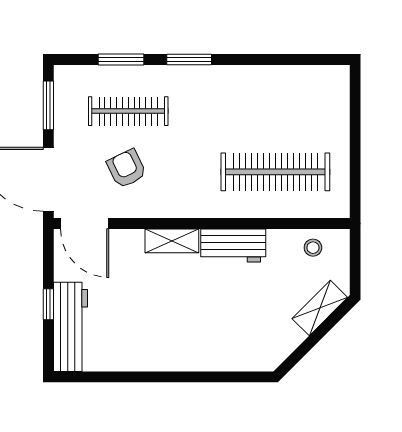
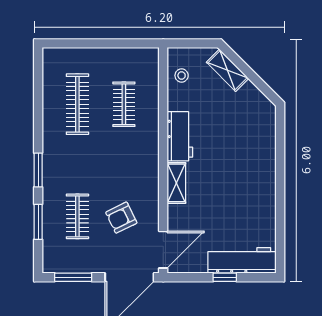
clothes rail: (128, 111) -> (77, 216), width x0.73
clothes rail: (275, 111) -> (77, 104), added
clothes rail: (275, 172) -> (124, 104), width x0.54, depth x0.76

